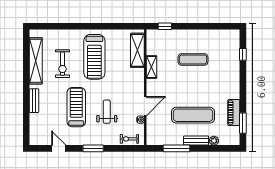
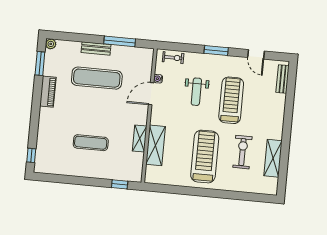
shelving: (137, 50) -> (155, 145), moved
window: (243, 54) -> (31, 155), moved
shelving: (36, 61) -> (273, 158), width x0.68
bench: (34, 101) -> (283, 79), moved
treadmill: (76, 107) -> (231, 100), turned 180
piano: (234, 112) -> (48, 92), moved
plant: (214, 141) -> (51, 44), moved

